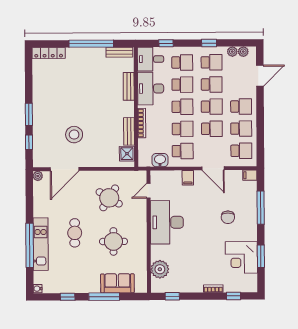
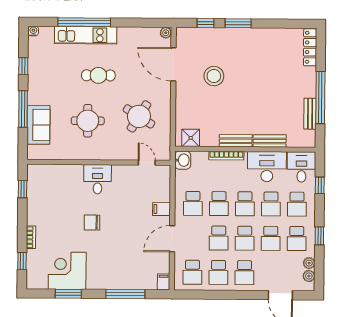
bench: (119, 52) -> (310, 114), moved
bench: (129, 131) -> (236, 141), moved
washbasin: (160, 160) -> (183, 160), moved
chair: (228, 217) -> (92, 223), moved
desk: (167, 222) -> (98, 179), width x0.53, depth x0.77
plant: (160, 269) -> (54, 175), removed

